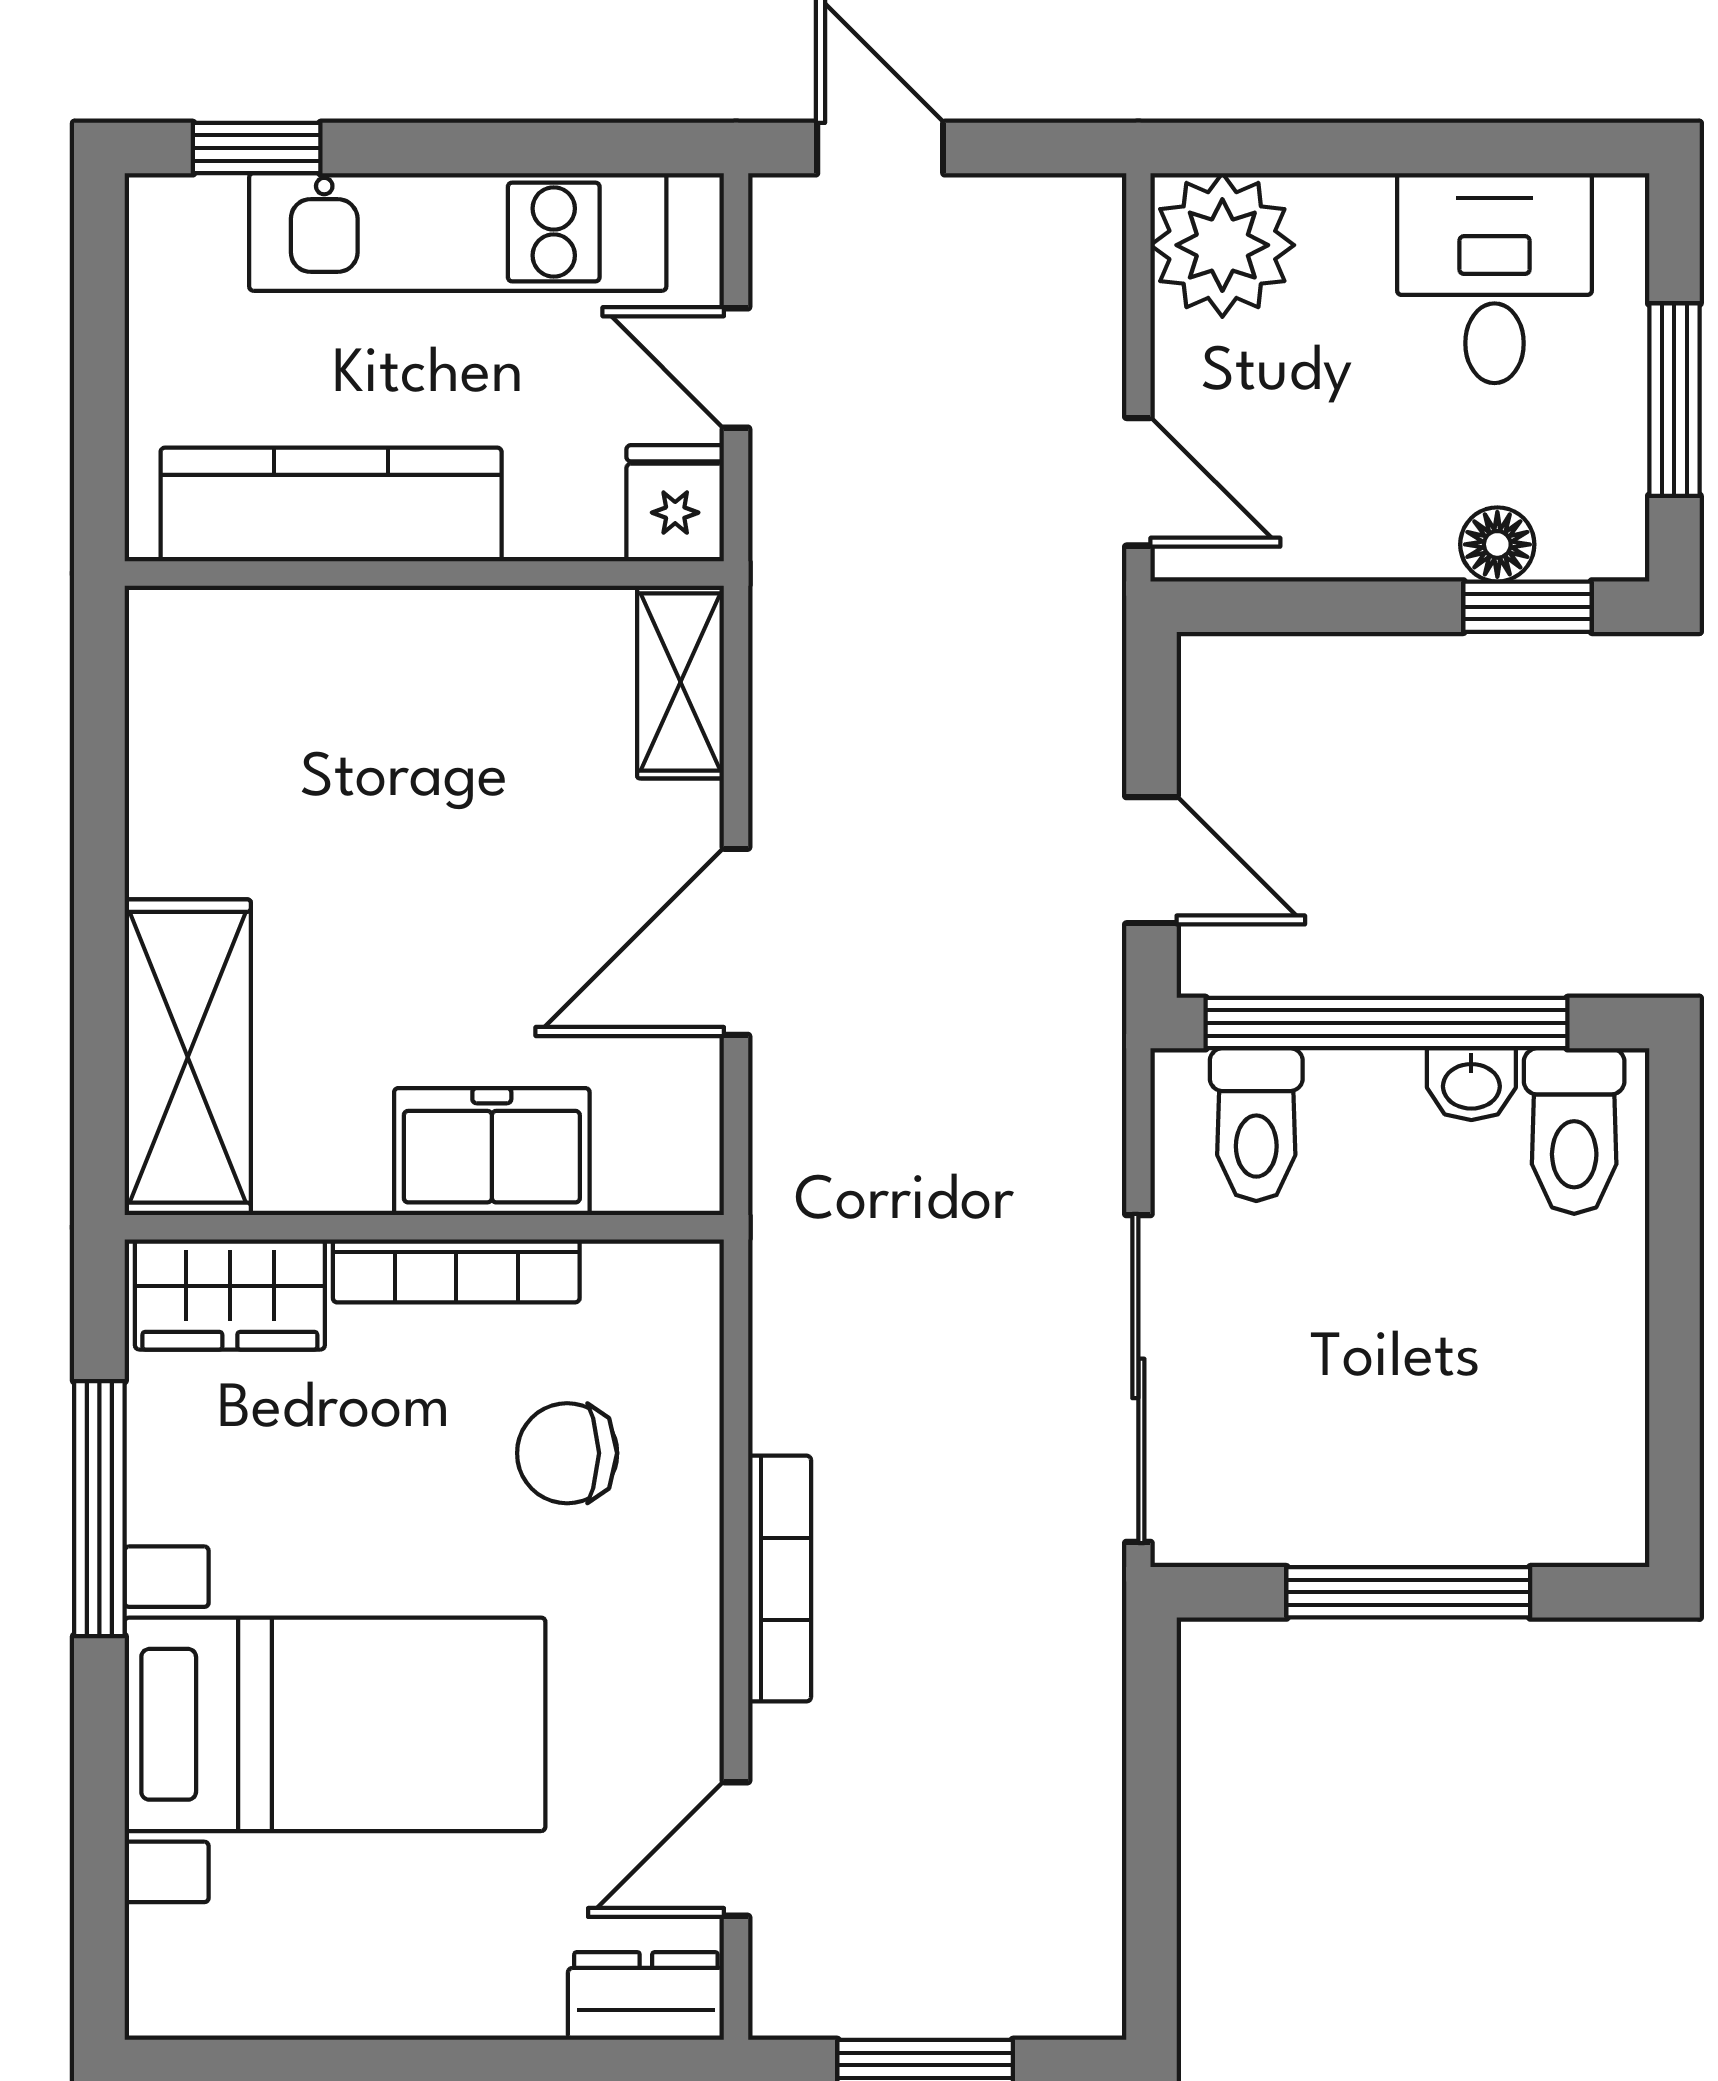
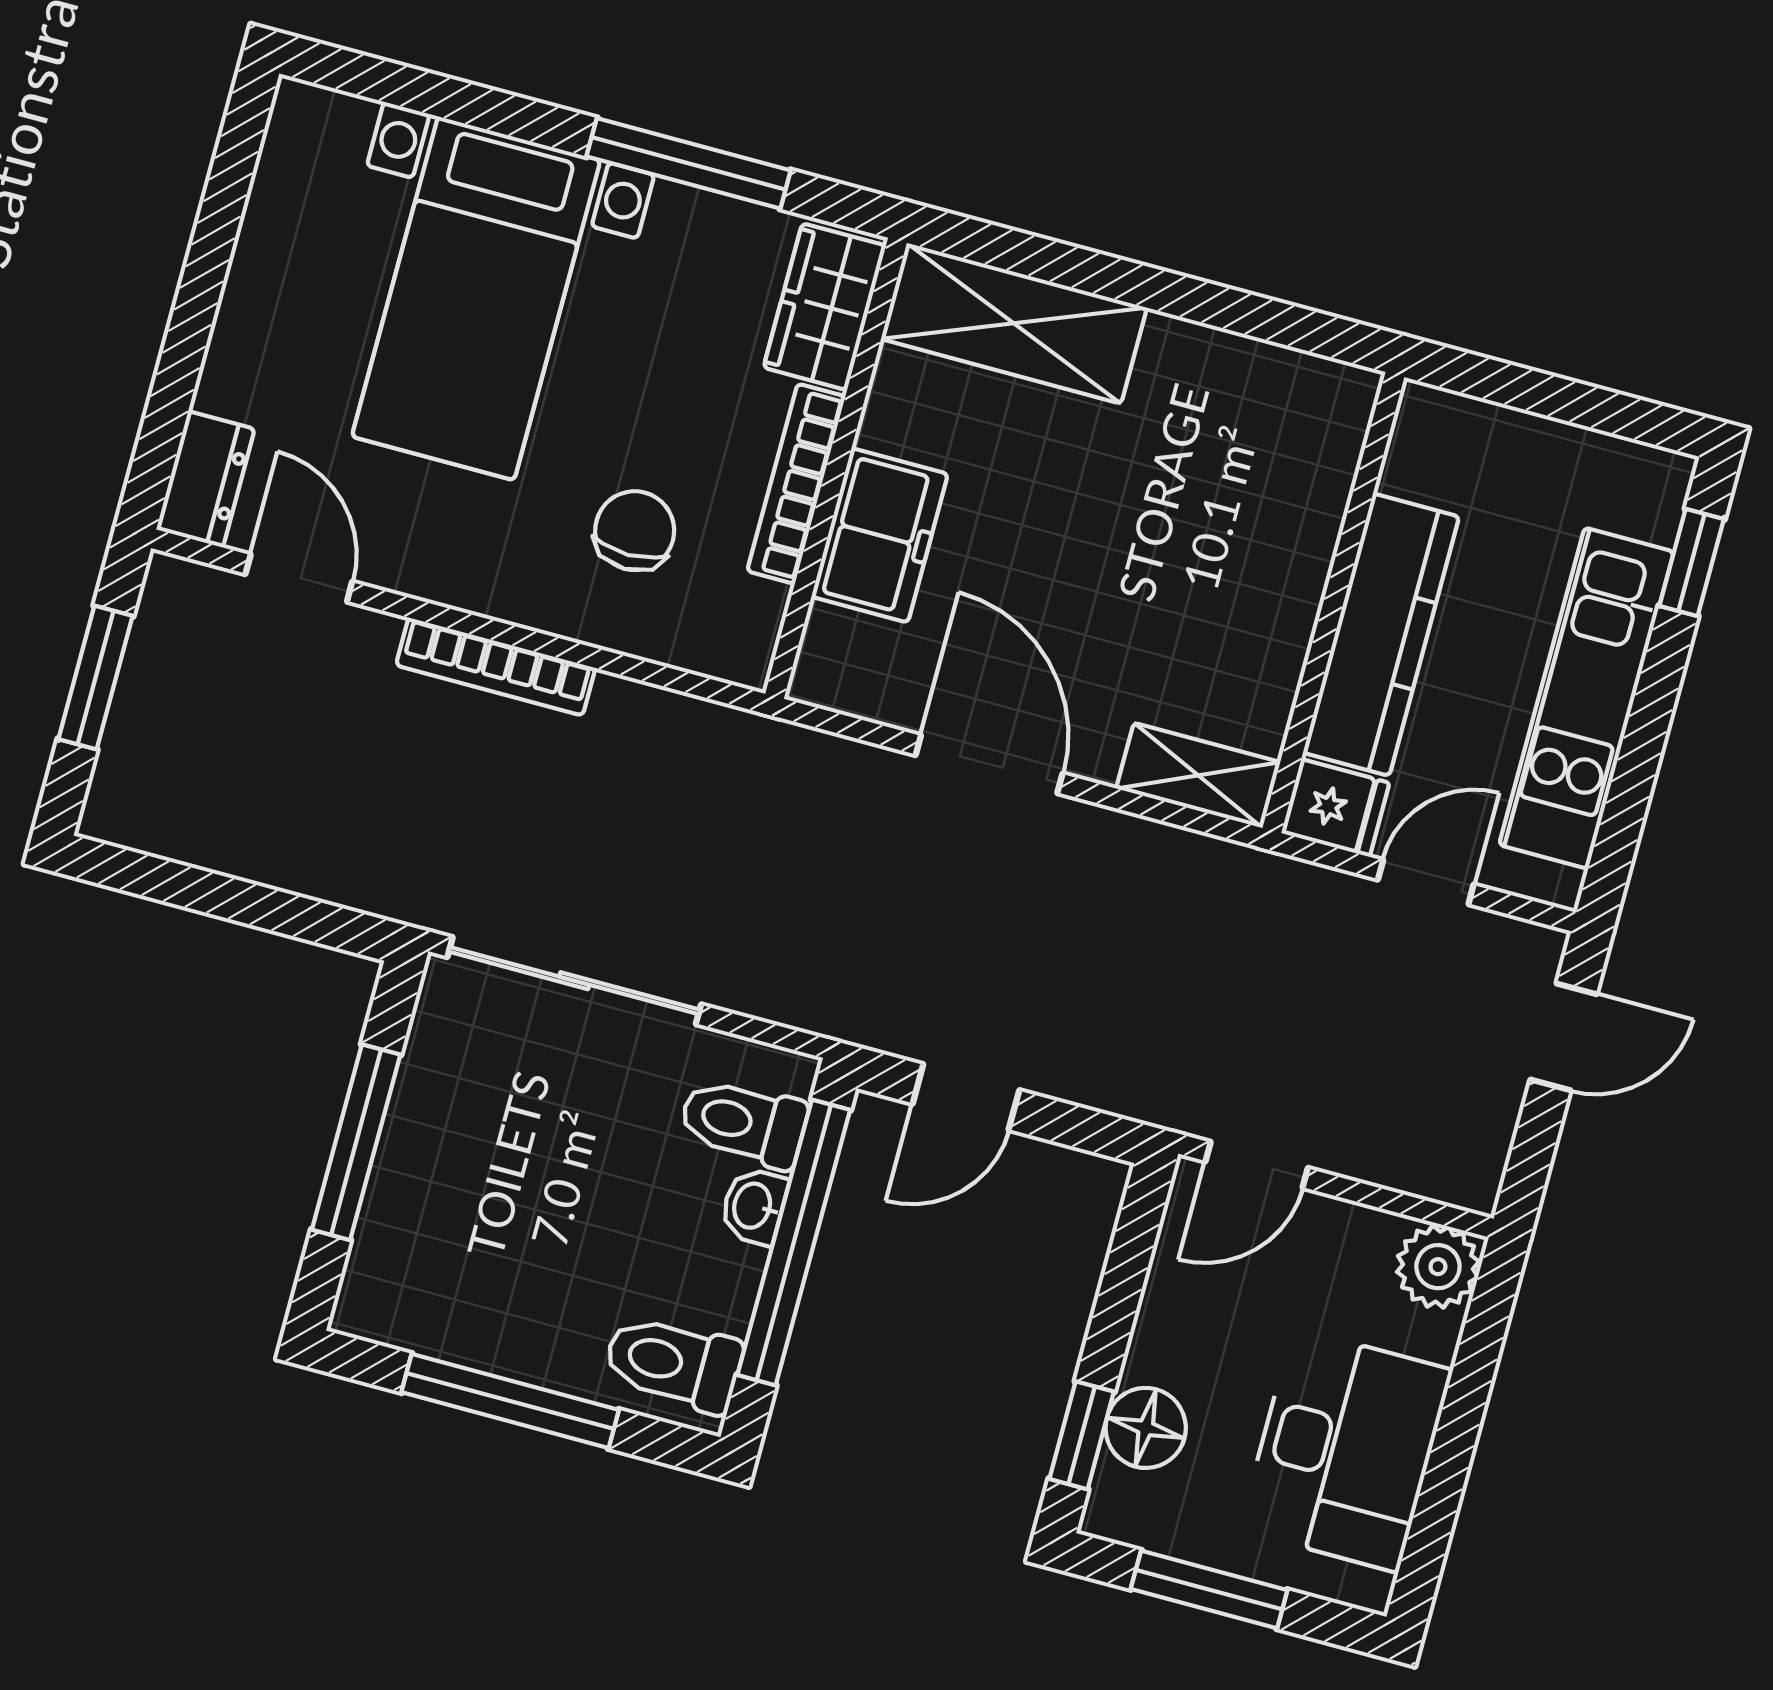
plant: (1222, 245) -> (1438, 1267), width x0.73, depth x0.73
desk: (1494, 278) -> (1346, 1450), width x1.37
kitchen counter: (331, 505) -> (1381, 635), moved
floor lamp: (1497, 544) -> (1146, 1428), width x1.37, depth x1.37
washbasin: (1471, 1084) -> (754, 1206), moved
window: (1674, 1318) -> (510, 1401), added

